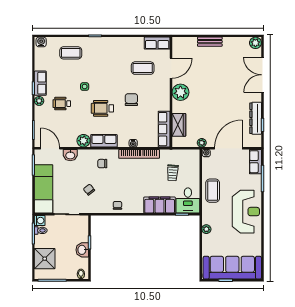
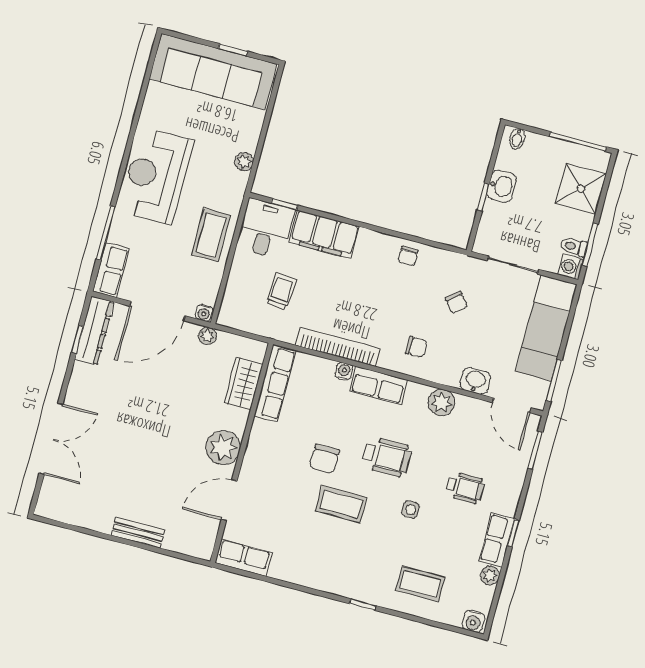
plant: (255, 43) -> (48, 506), removed
coffee table: (143, 68) -> (341, 504), moved
plant: (39, 101) -> (490, 575), moved
dresser: (256, 118) -> (94, 331), moved
row of seats: (104, 141) -> (378, 386), moved

